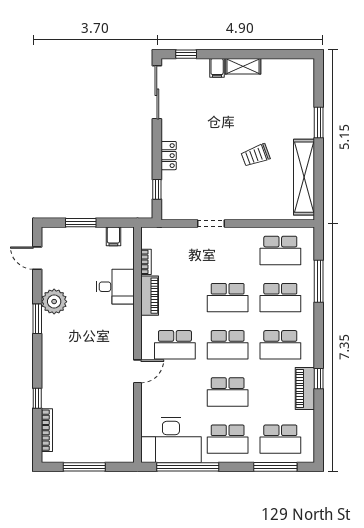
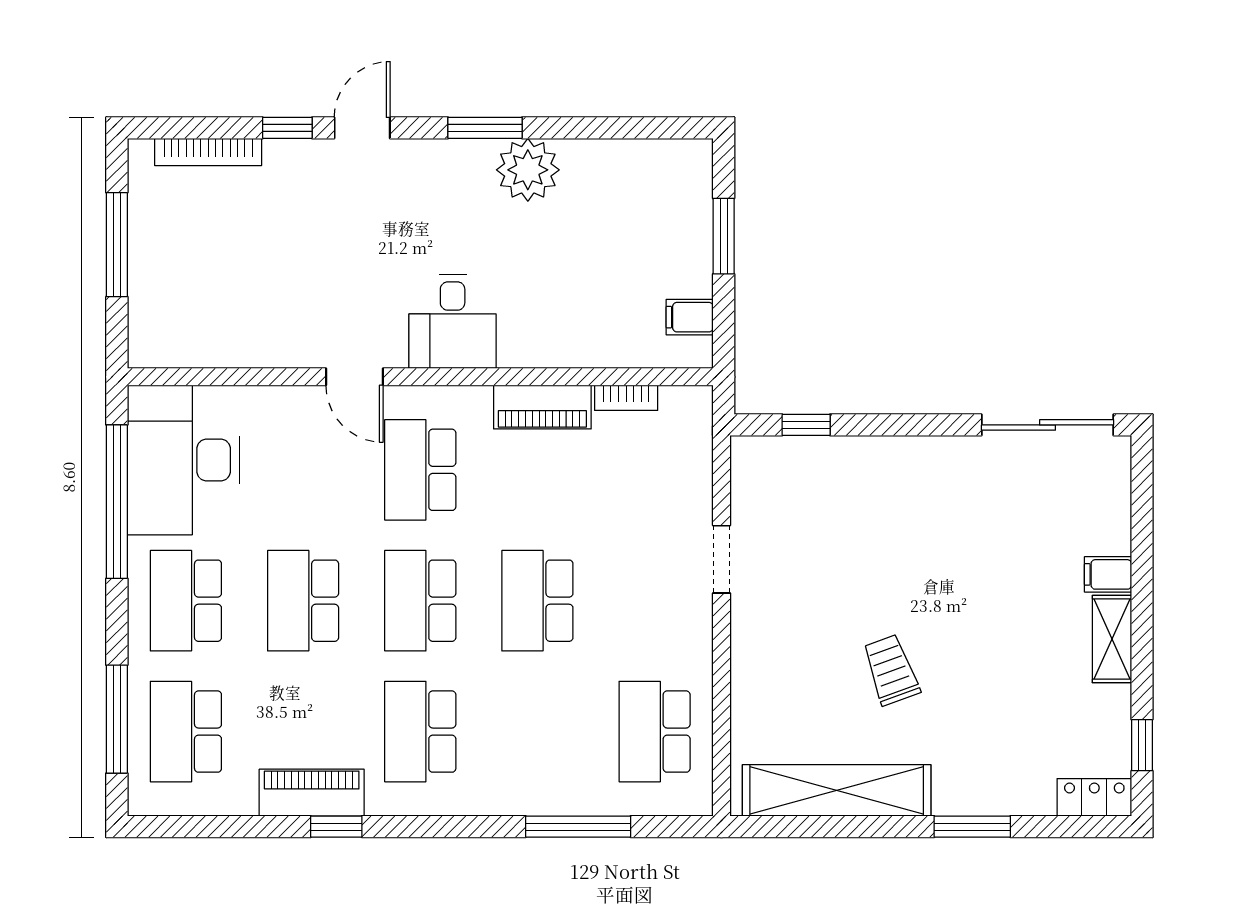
window: (186, 54) -> (1142, 745), moved
locker: (169, 156) -> (1094, 797), moved, turned 180
door: (37, 258) -> (362, 128), moved
desk: (115, 287) -> (453, 321), moved
school desk: (280, 298) -> (537, 732), removed

